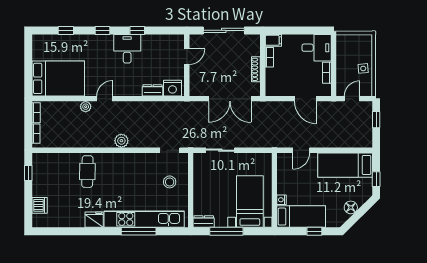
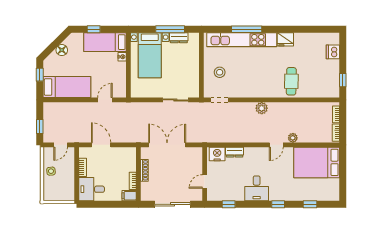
window: (137, 30) -> (229, 204), moved
dresser: (204, 222) -> (179, 38), moved

